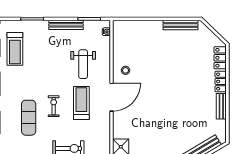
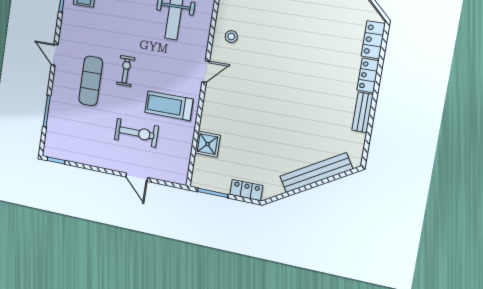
door: (112, 97) -> (206, 72), width x0.53
treadmill: (81, 103) -> (169, 106), moved, turned -90

